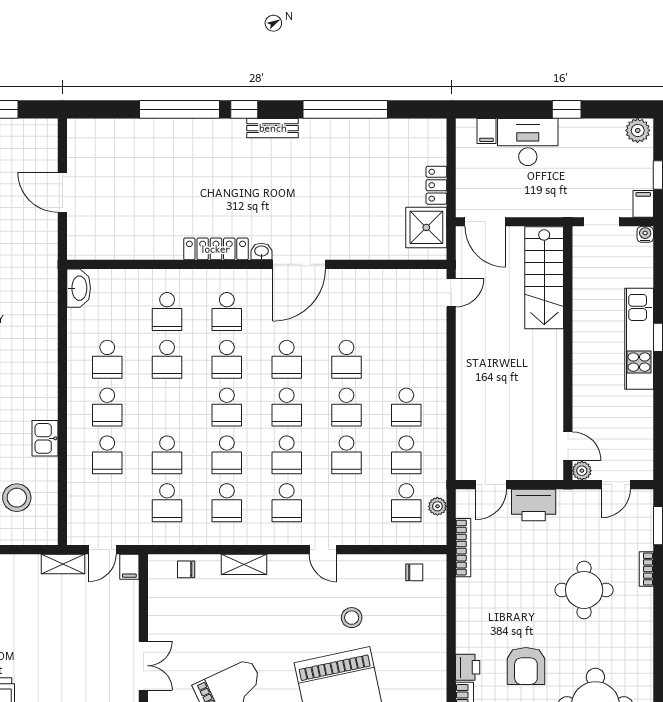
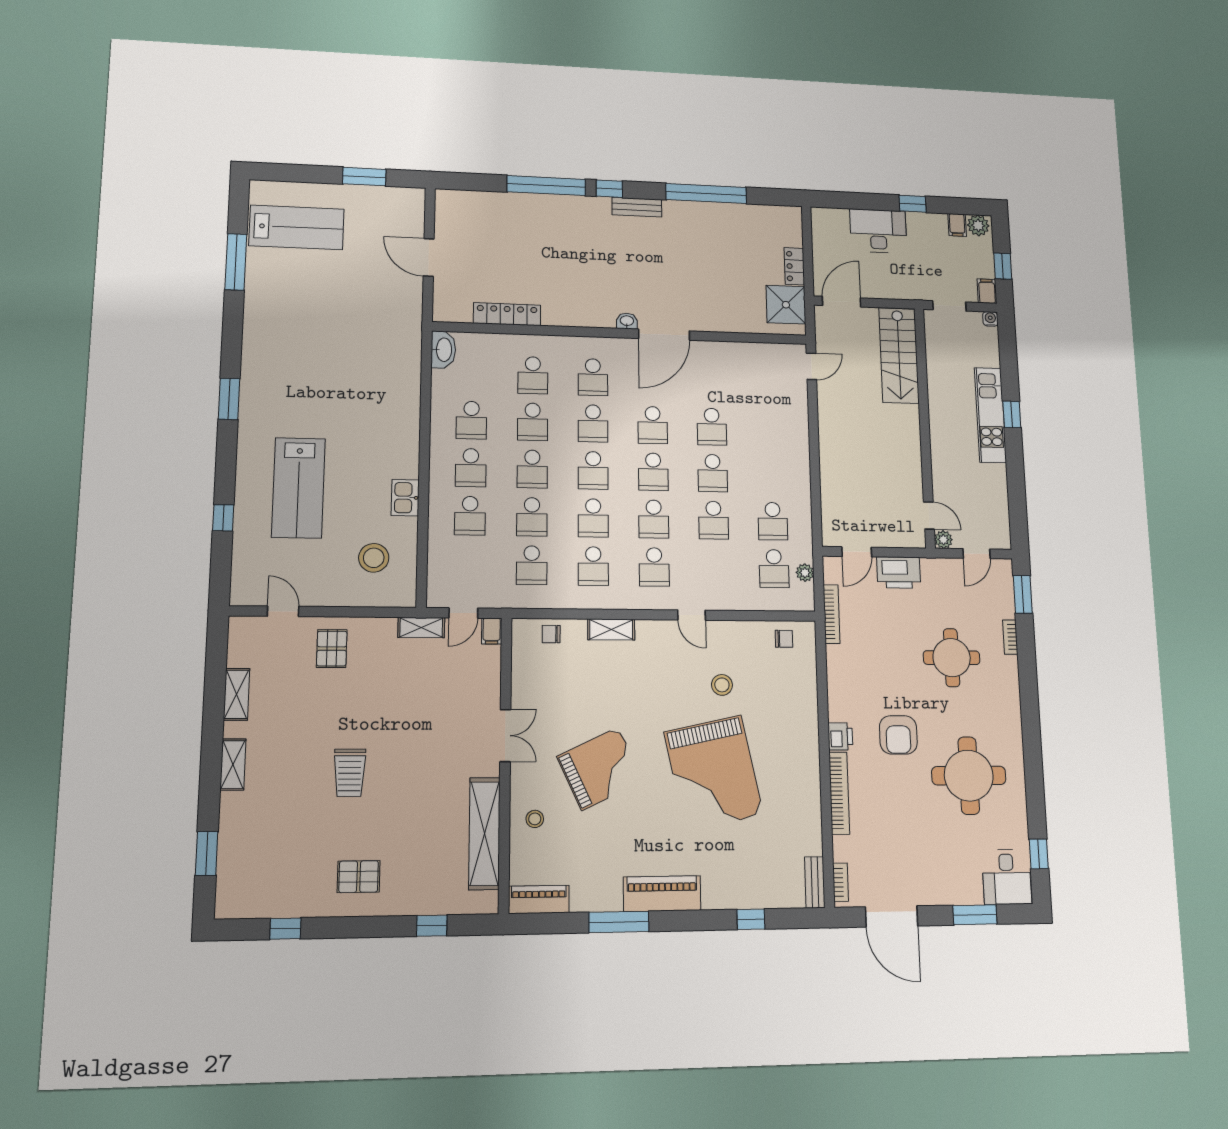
filing cabinet: (486, 131) -> (957, 225), moved
door: (485, 222) -> (842, 302), swing flipped
locker: (216, 249) -> (507, 314), moved
school desk: (406, 407) -> (532, 469), moved

